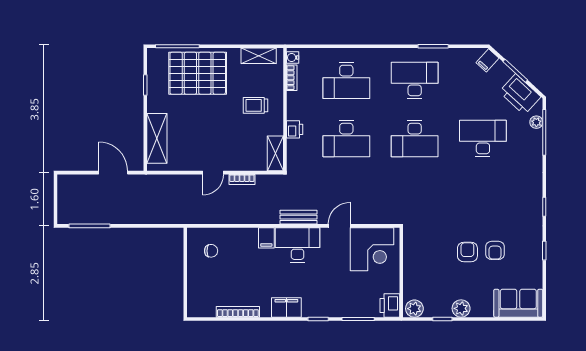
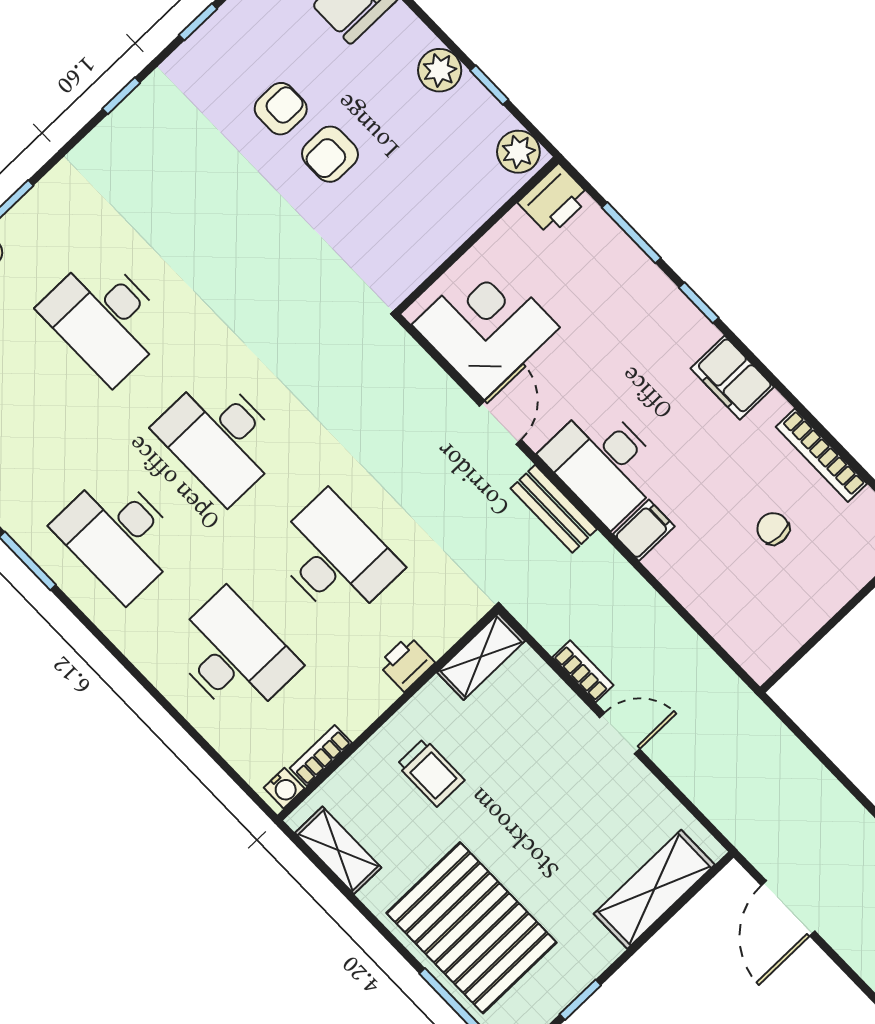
desk: (415, 138) -> (220, 438), turned 180
door: (339, 226) -> (500, 423), swing flipped
chair: (211, 251) -> (773, 529), moved

